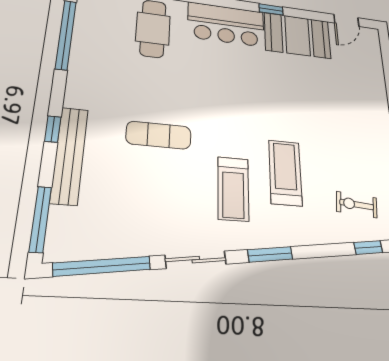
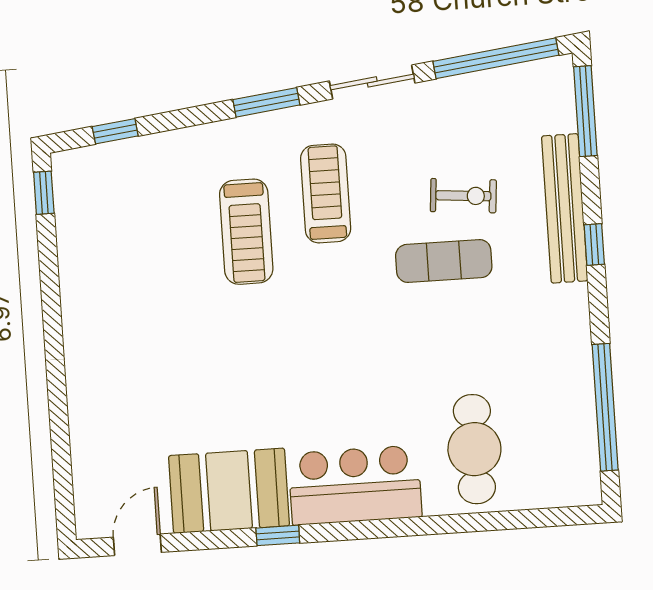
exercise bike: (357, 205) -> (463, 196), moved

